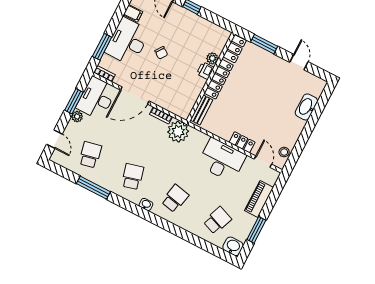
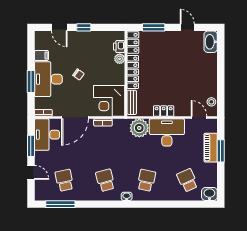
window: (102, 47) -> (31, 81), moved
printer: (205, 71) -> (119, 47), moved
corner desk: (179, 96) -> (109, 101), added
washbasin: (306, 107) -> (211, 42), moved
plant: (77, 117) -> (39, 156), removed
plant: (178, 132) -> (139, 128), moved
door: (54, 139) -> (31, 172), moved
locker: (242, 142) -> (164, 111), moved
window: (93, 188) -> (60, 204), moved
school desk: (217, 220) -> (187, 180), turned -45
window: (256, 230) -> (221, 151), moved

